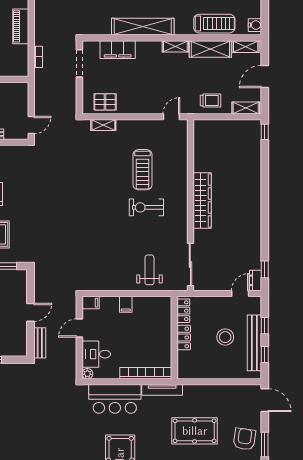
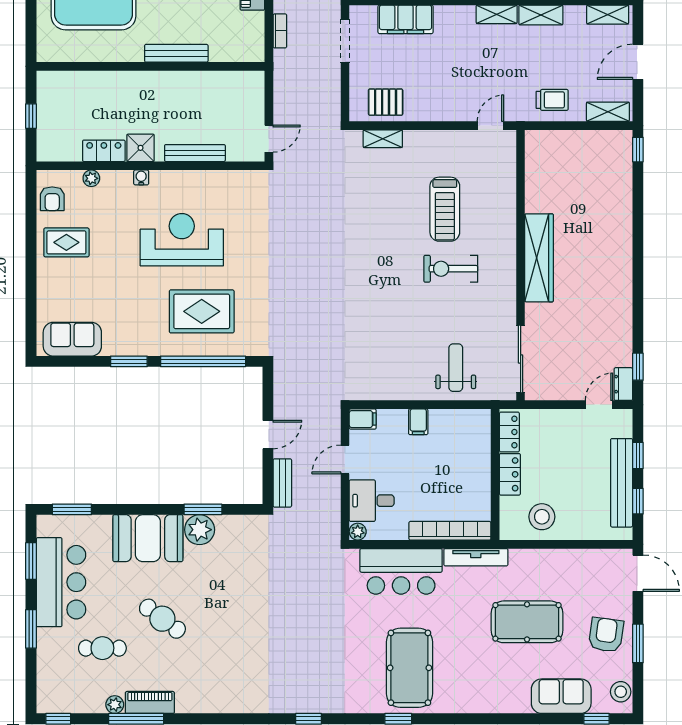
shelving: (210, 49) -> (541, 15), width x0.67, depth x0.75
stool: (225, 337) -> (542, 517), moved

